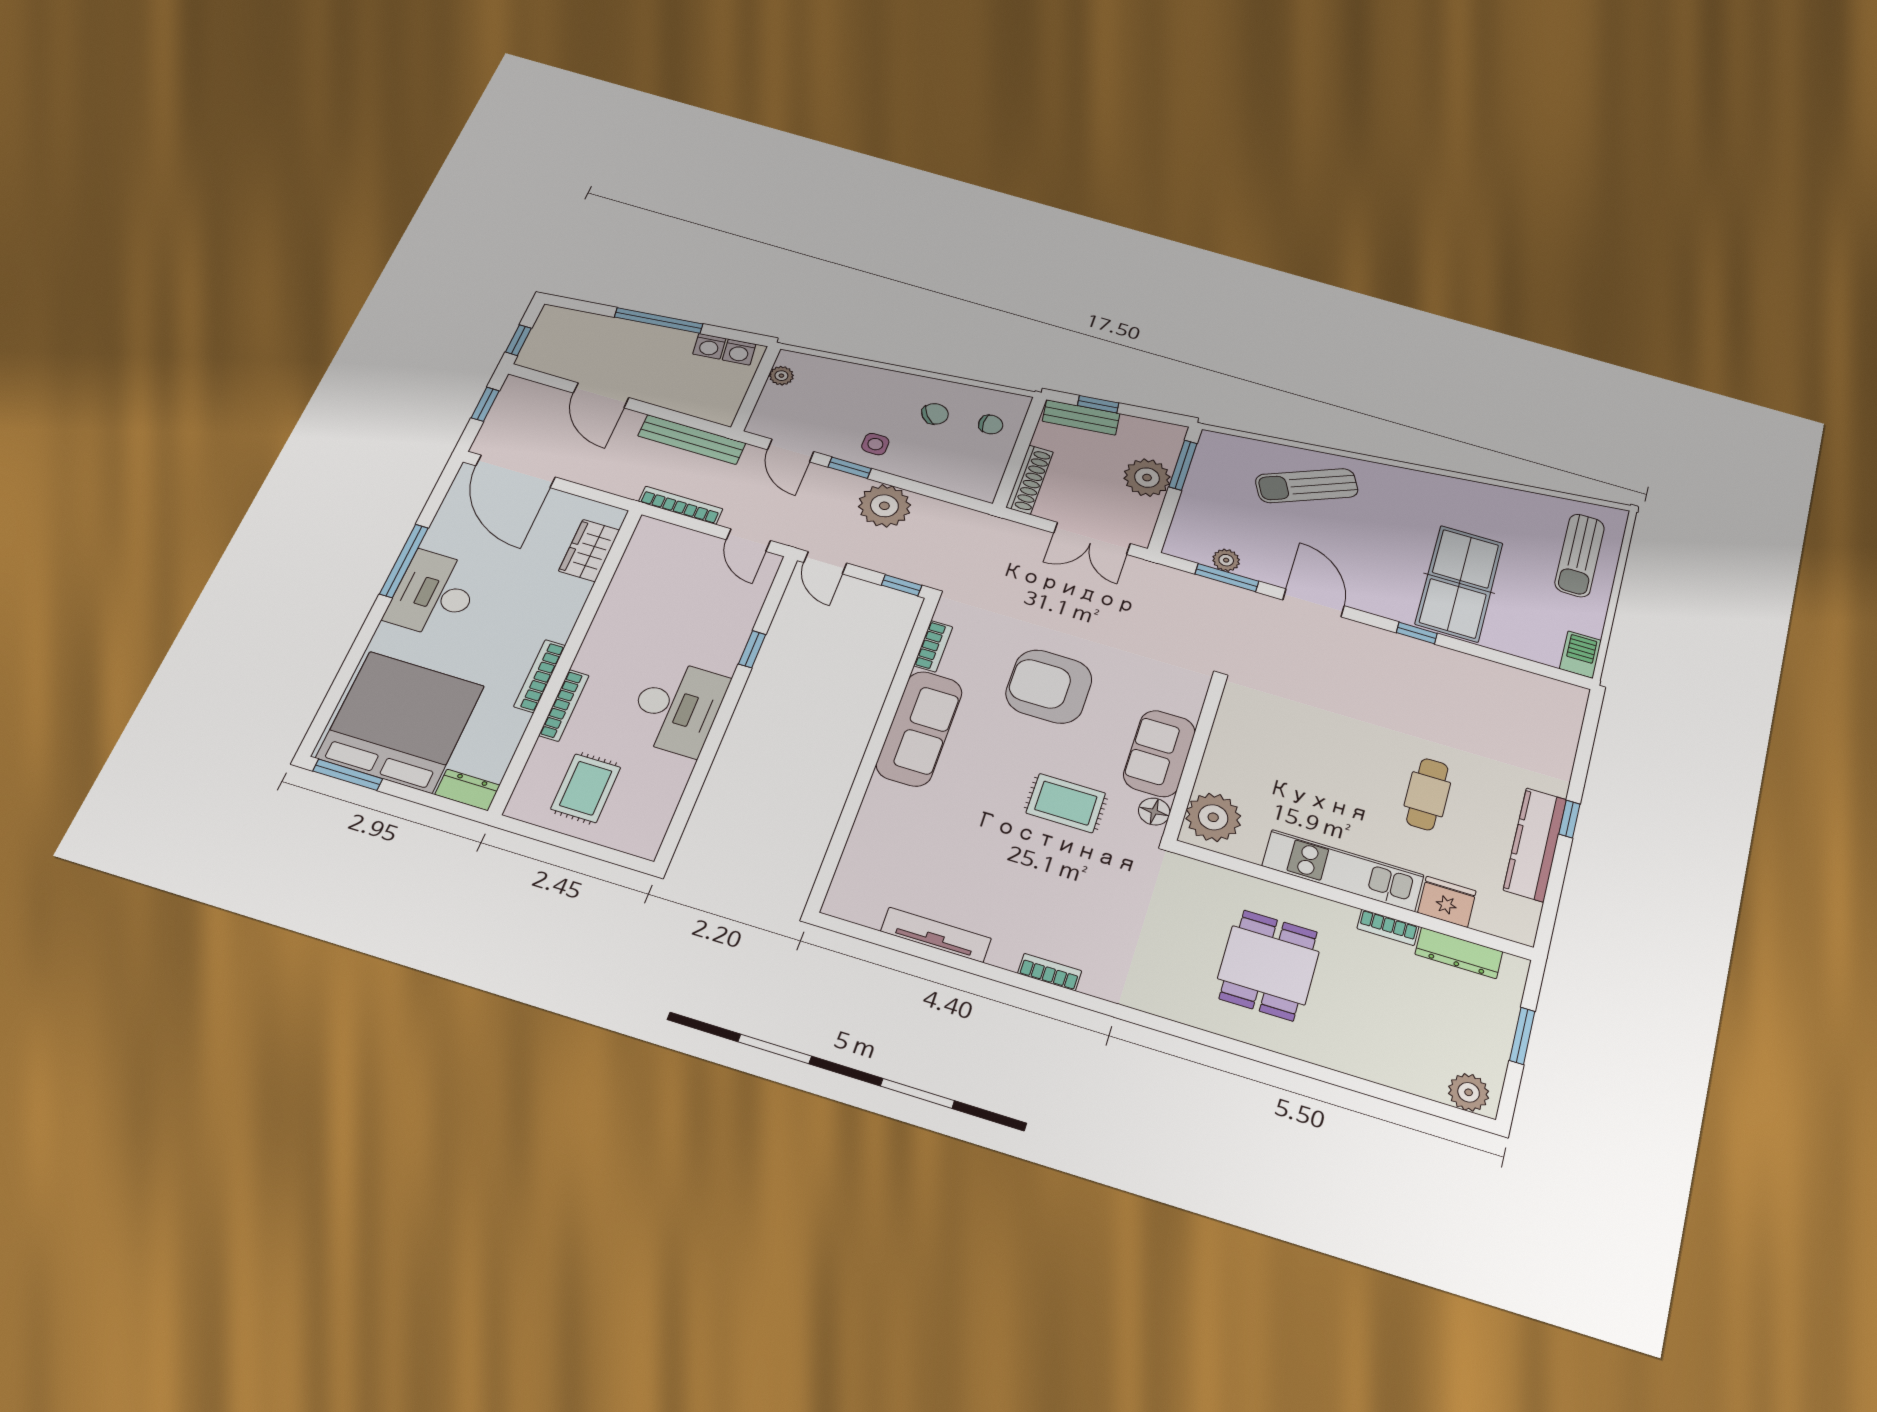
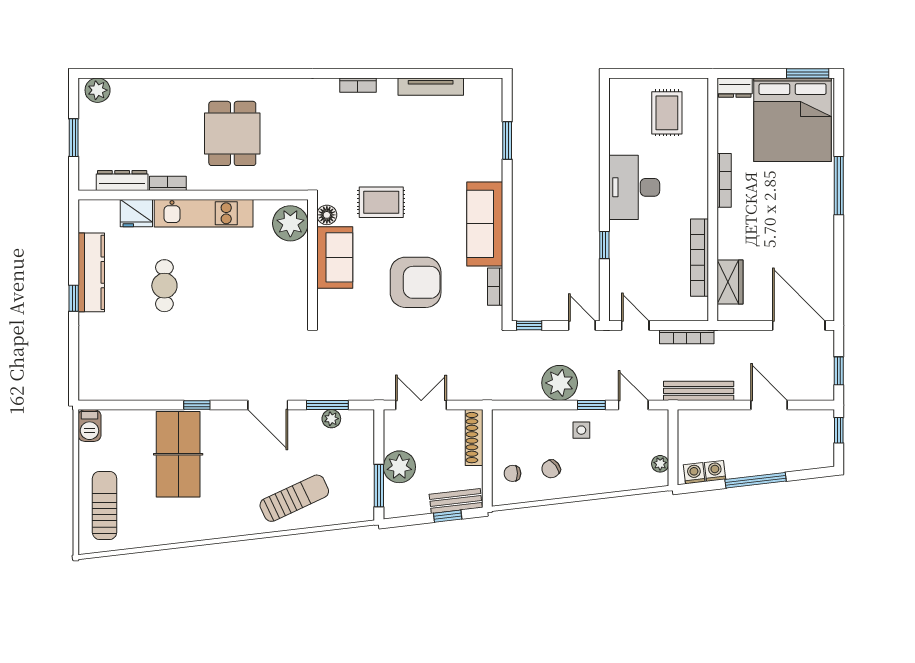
window: (404, 561) -> (839, 186), moved
desk: (434, 594) -> (811, 216), removed
bookcase: (564, 705) -> (700, 258), moved, width x1.48, depth x1.31
window: (844, 826) -> (507, 140), added

